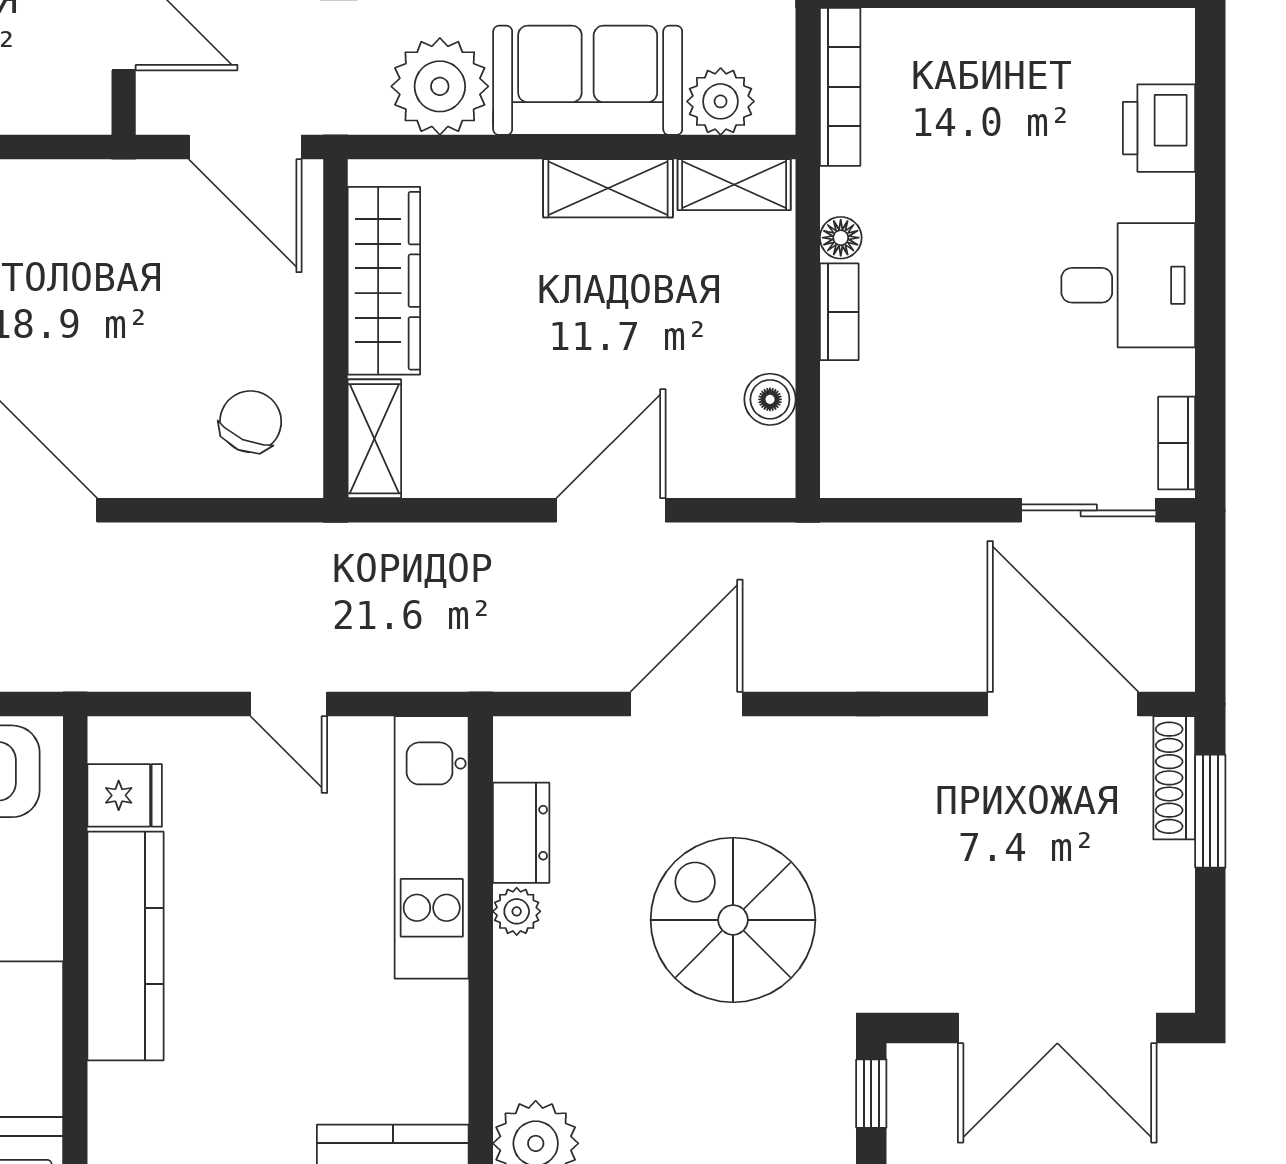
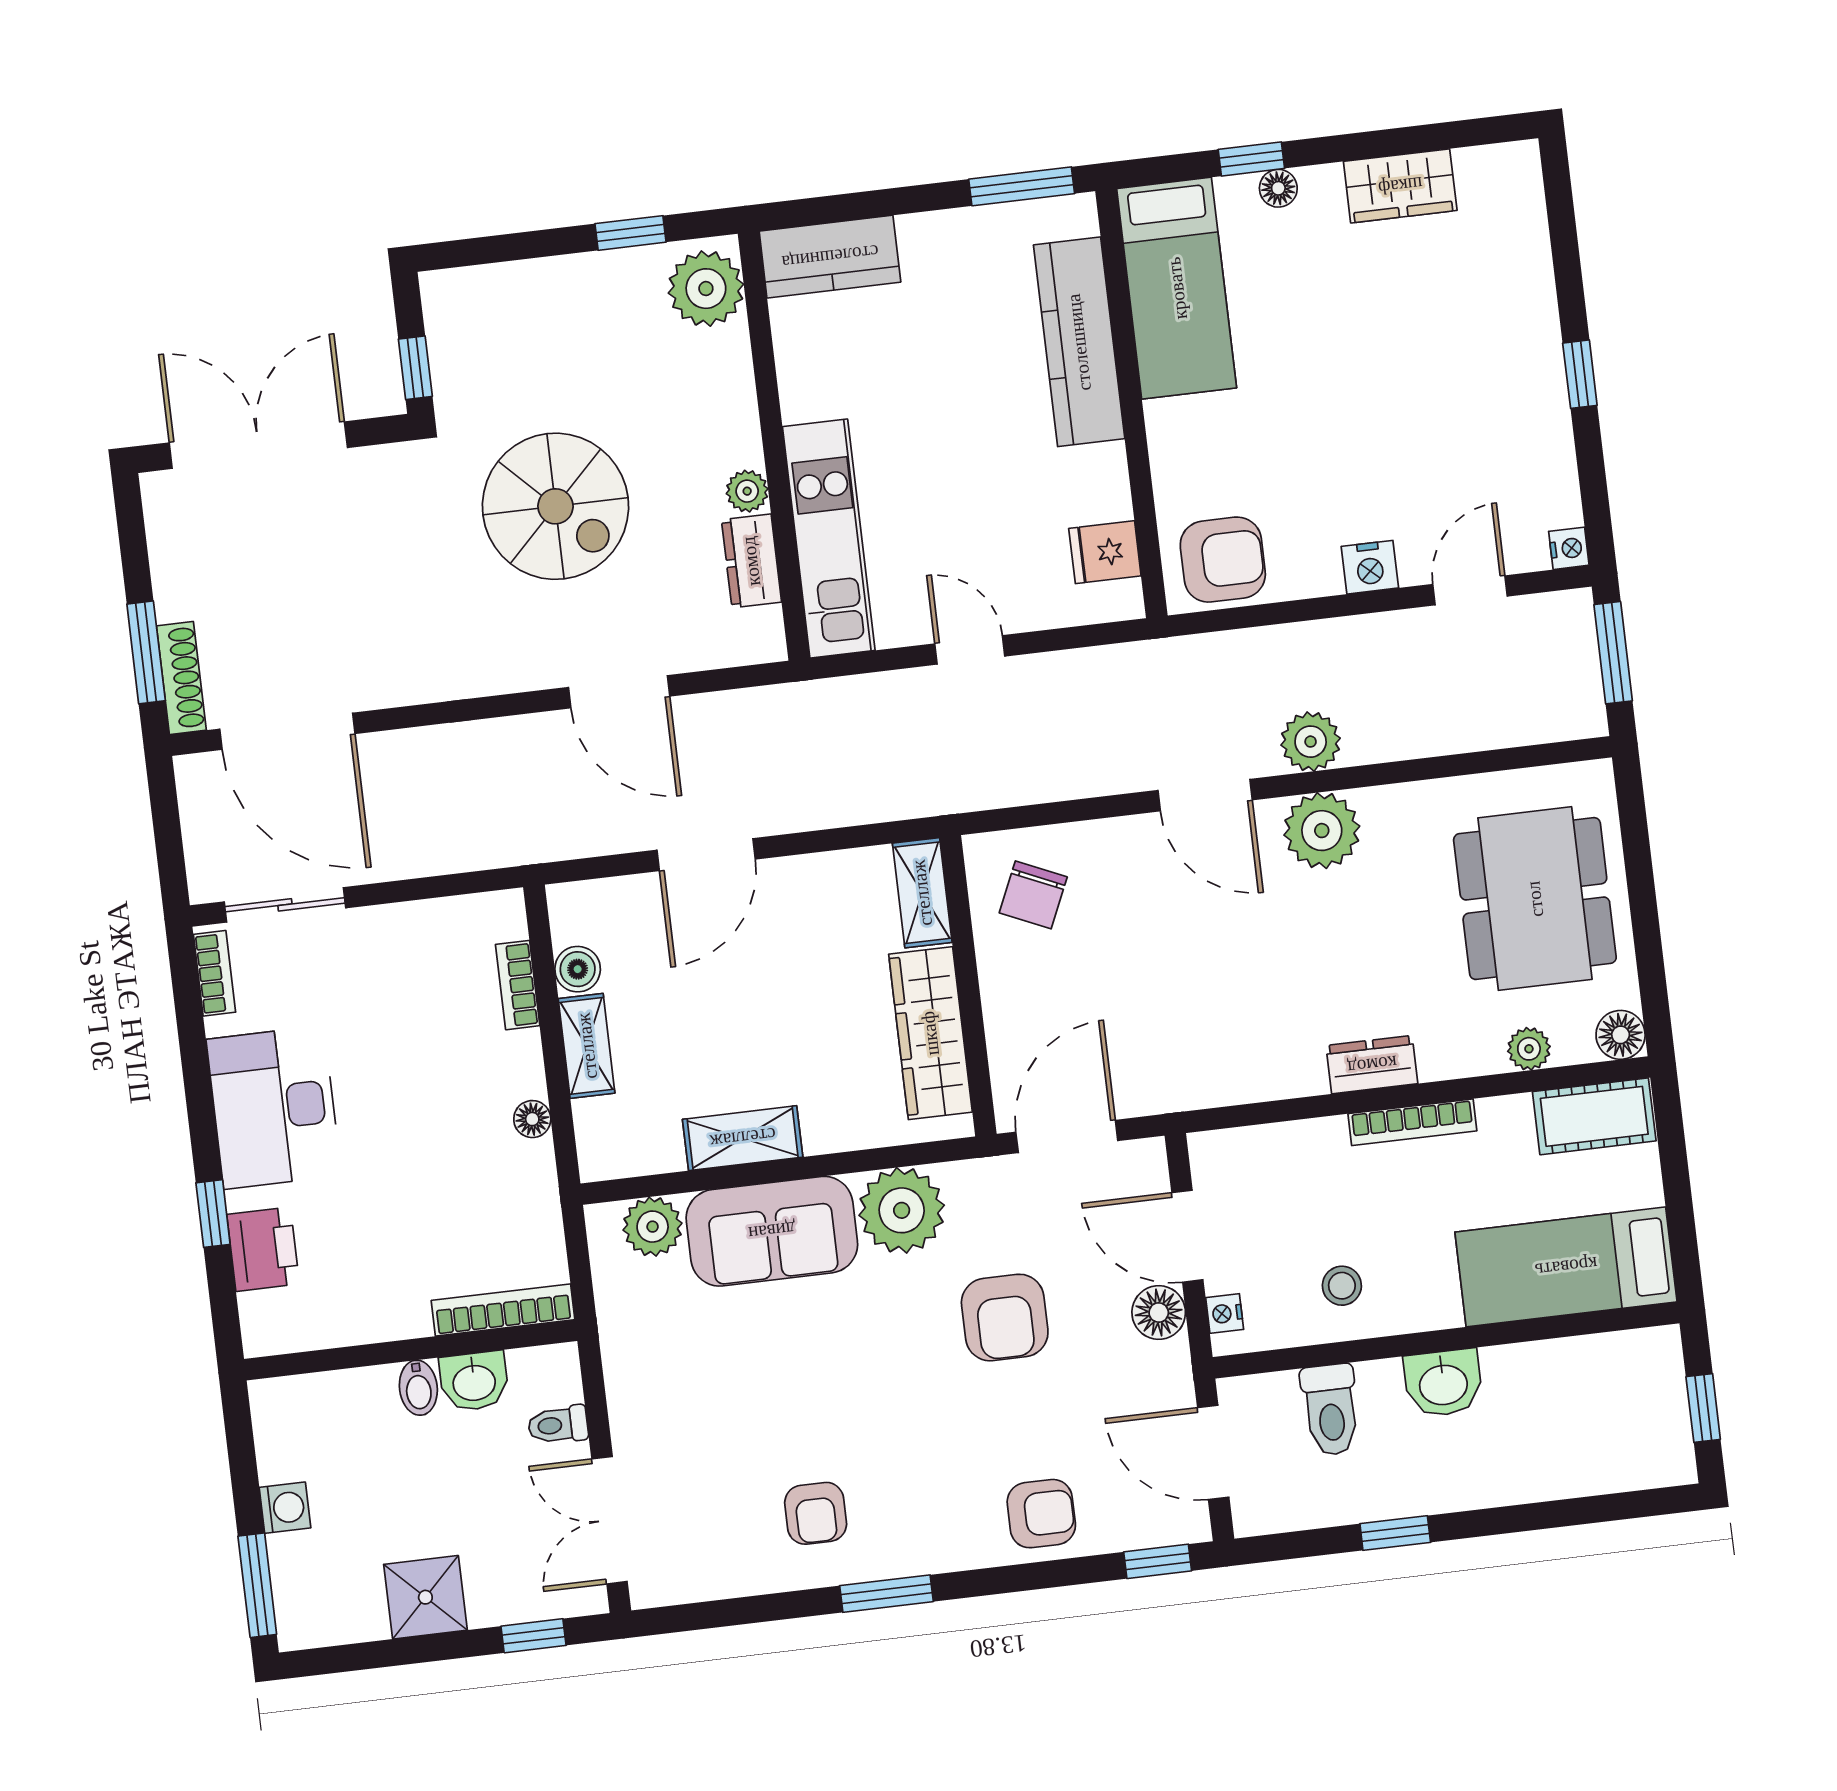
bookcase: (840, 87) -> (503, 1310), moved, turned 90
door: (245, 147) -> (1067, 1136), hinge flipped
window: (1210, 175) -> (213, 1214), added
shelving: (734, 185) -> (587, 1046), moved, turned 90
desk: (1128, 285) -> (274, 1107), width x1.37
bookcase: (839, 312) -> (518, 985), moved
door: (687, 704) -> (619, 692), hinge flipped
kitchen counter: (125, 946) -> (1079, 342), moved

